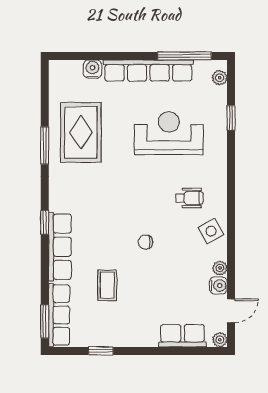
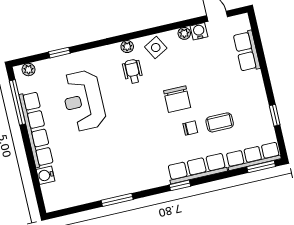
rug: (81, 132) -> (100, 173), removed
chair: (146, 242) -> (177, 99), width x1.87, depth x1.87
chair: (108, 250) -> (190, 128), added
plant: (220, 340) -> (127, 47), moved

